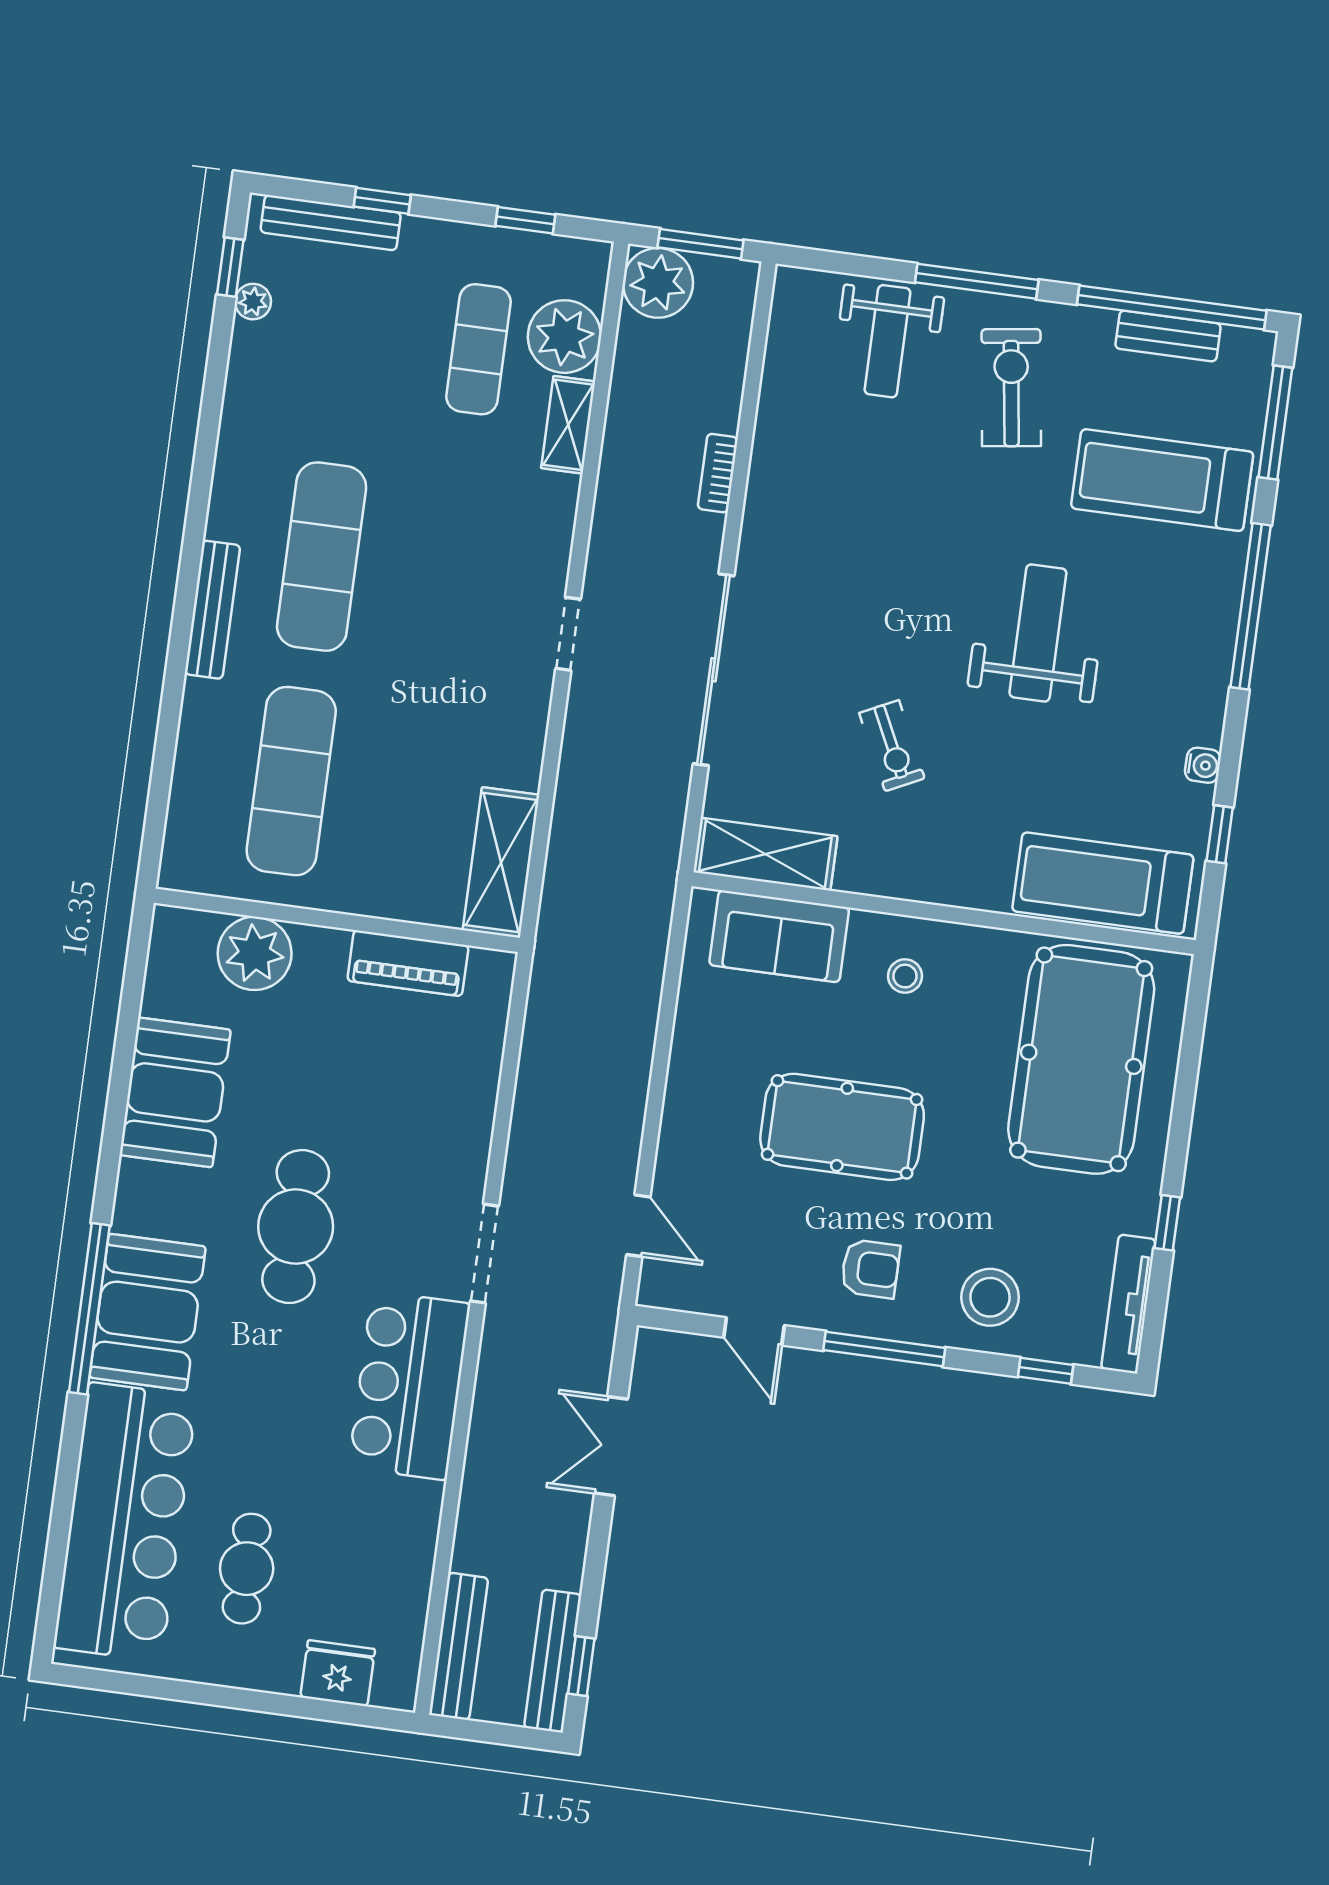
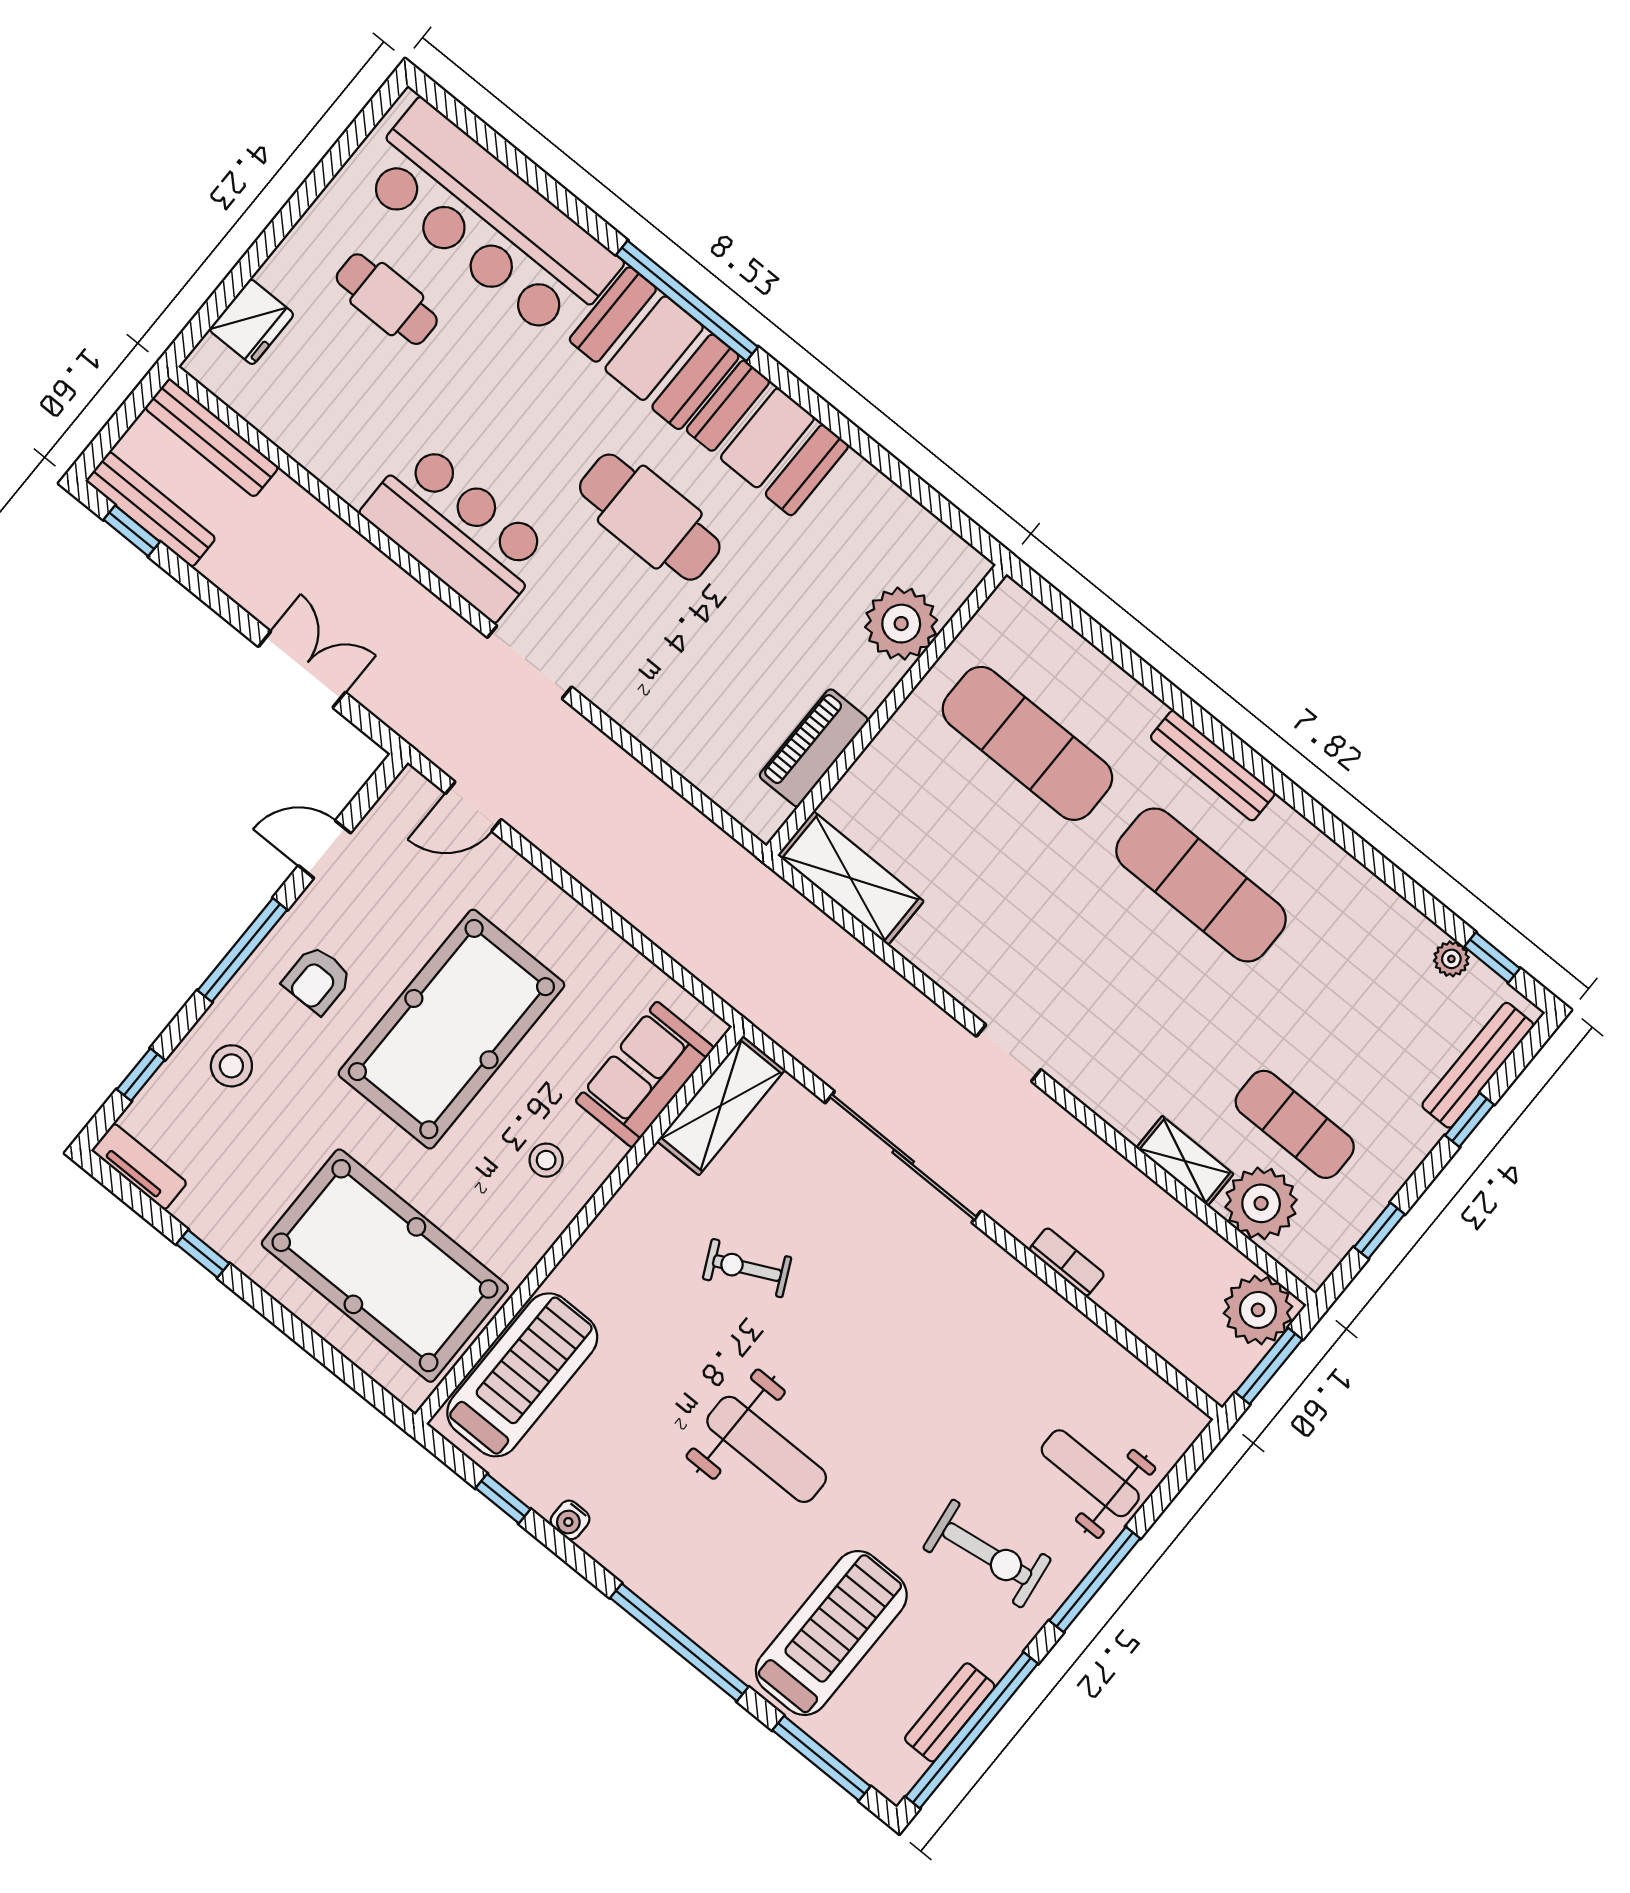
booth: (175, 1092) -> (767, 438), moved
pool table: (842, 1127) -> (451, 1029), width x1.36, depth x1.32
stool: (990, 1297) -> (231, 1066), width x0.73, depth x0.73
tv unit: (1128, 1304) -> (139, 1167), width x0.71

